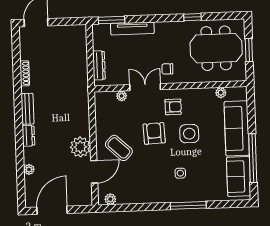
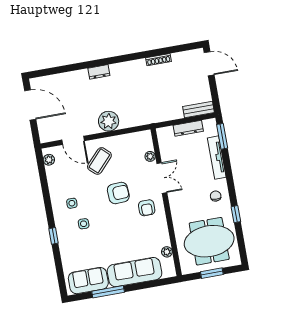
meeting table: (216, 48) -> (209, 241), turned 90
dresser: (99, 65) -> (188, 128), moved
chair: (167, 69) -> (216, 196), moved
bench: (28, 109) -> (199, 109), moved
side table: (189, 134) -> (72, 203), moved, width x0.54, depth x0.54
plant: (80, 147) -> (109, 121), moved
window: (253, 158) -> (108, 292), width x0.68
plant: (29, 169) -> (66, 77), removed
window: (188, 205) -> (53, 236), width x0.46

